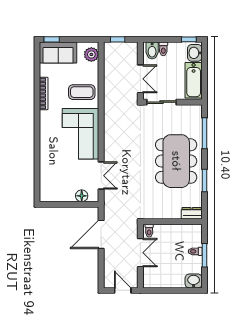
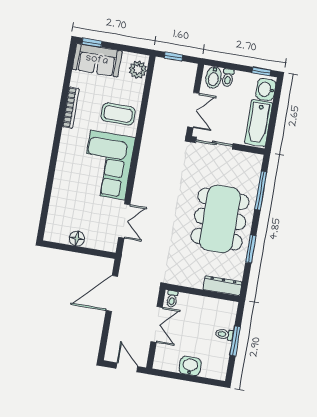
floor lamp: (82, 196) -> (77, 239), moved
dresser: (192, 213) -> (222, 286), width x1.44
washbasin: (194, 281) -> (190, 366), moved

